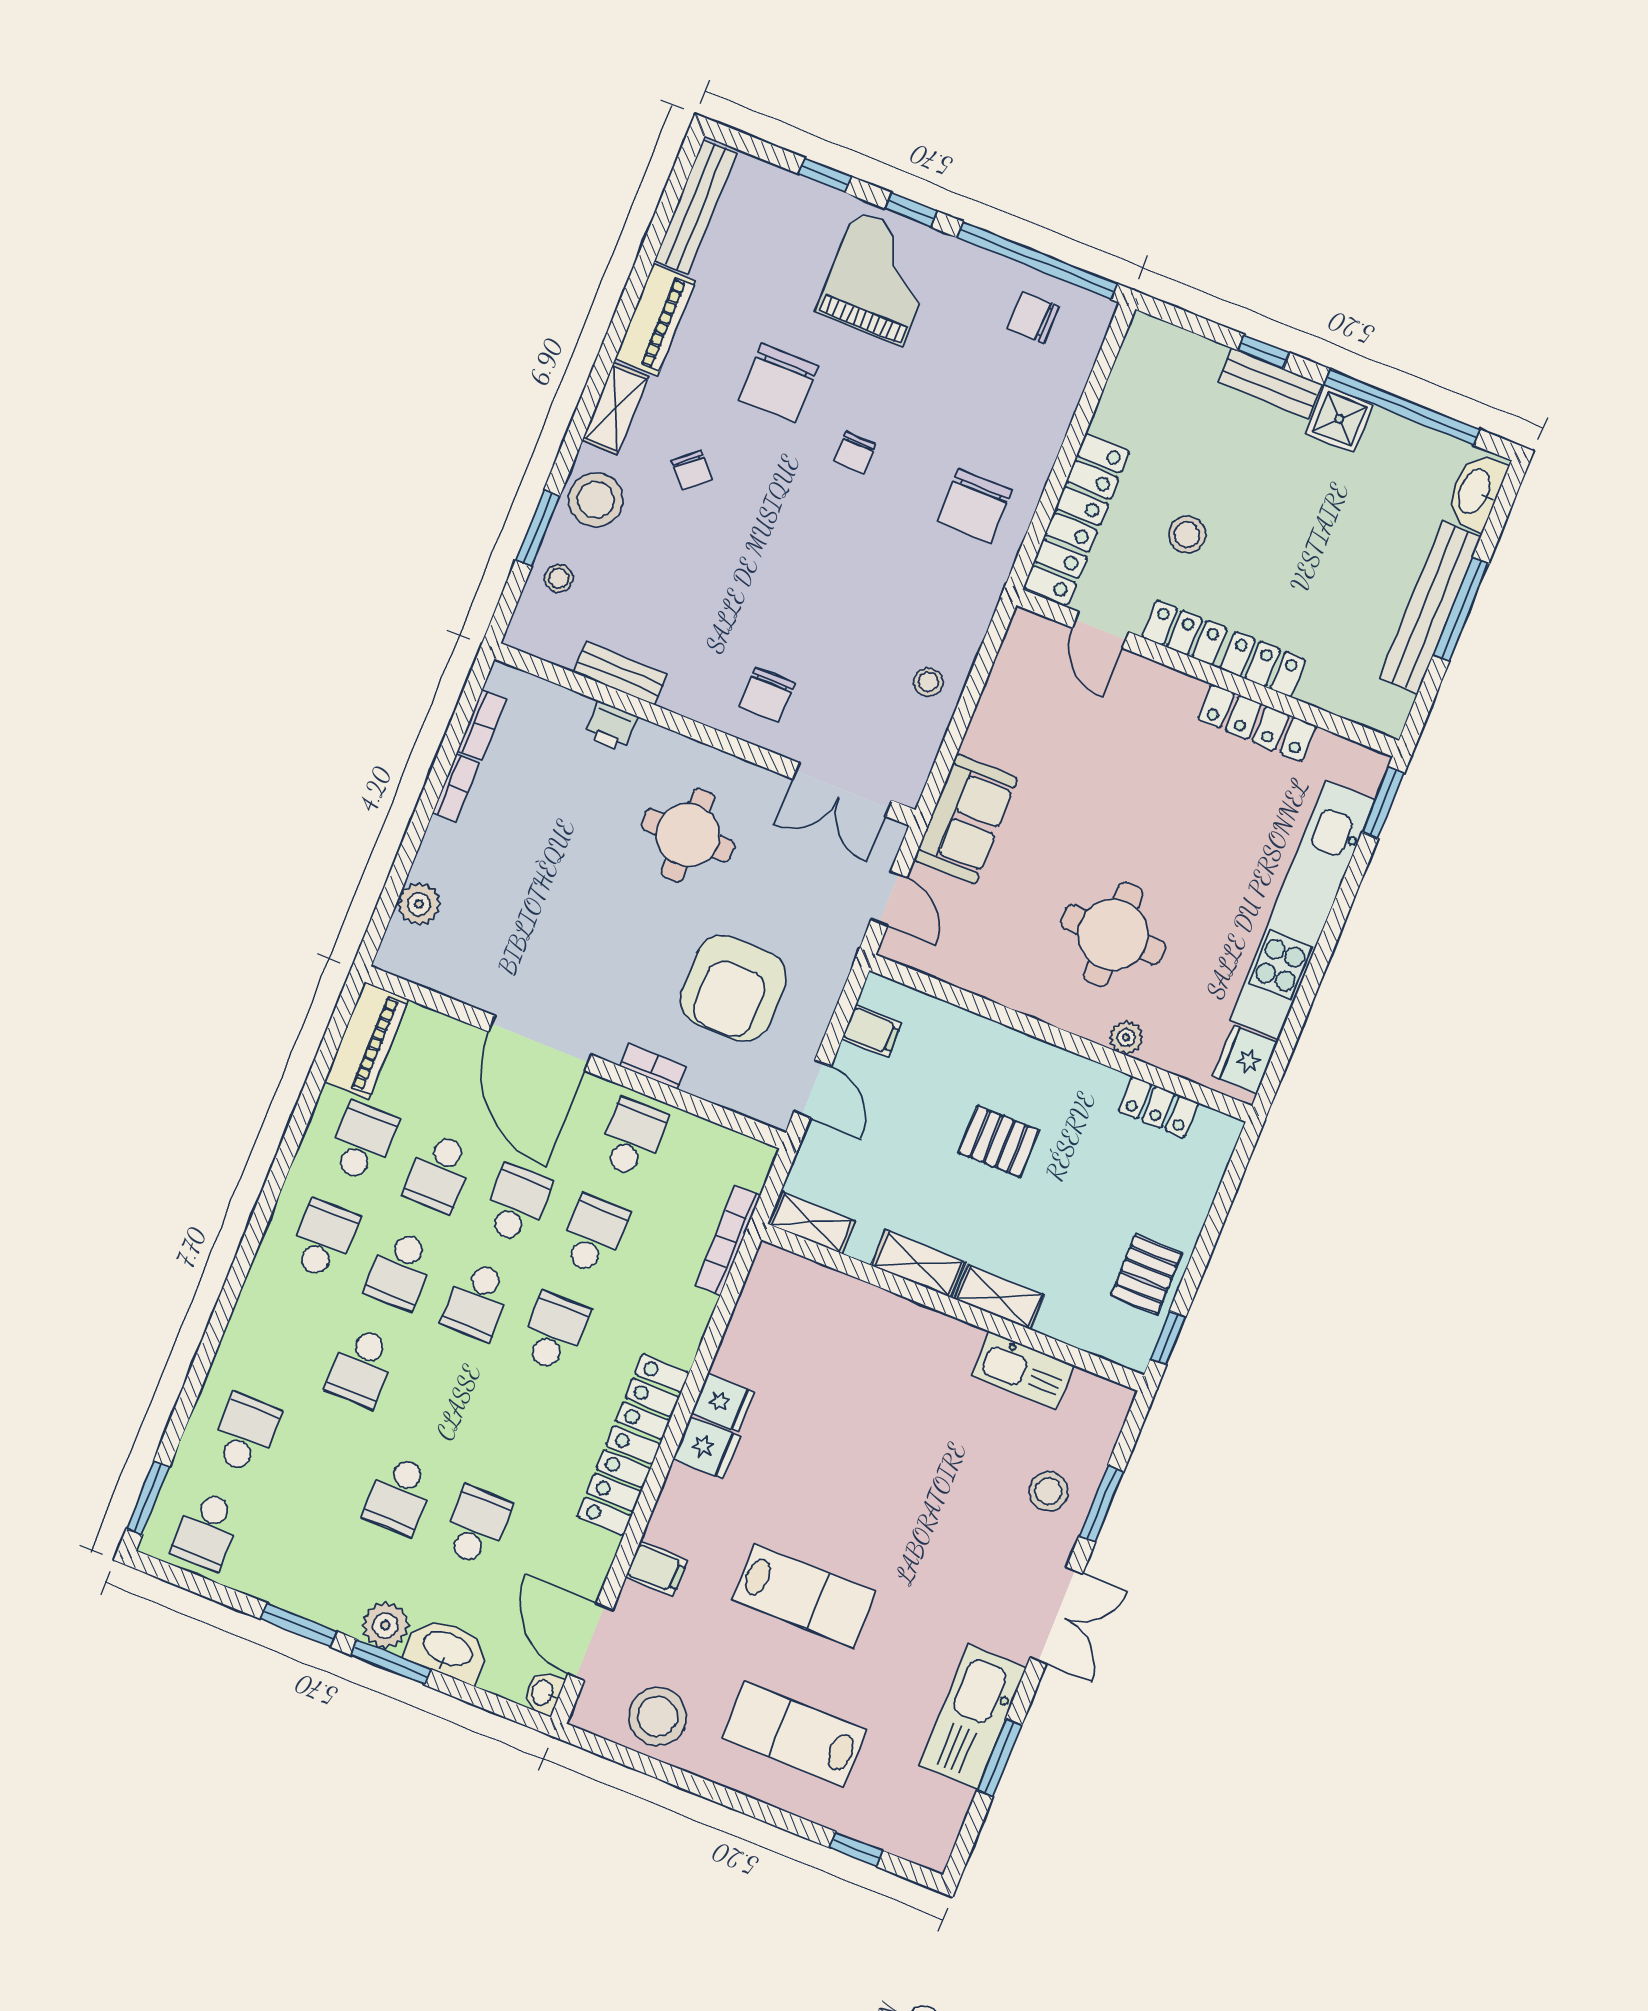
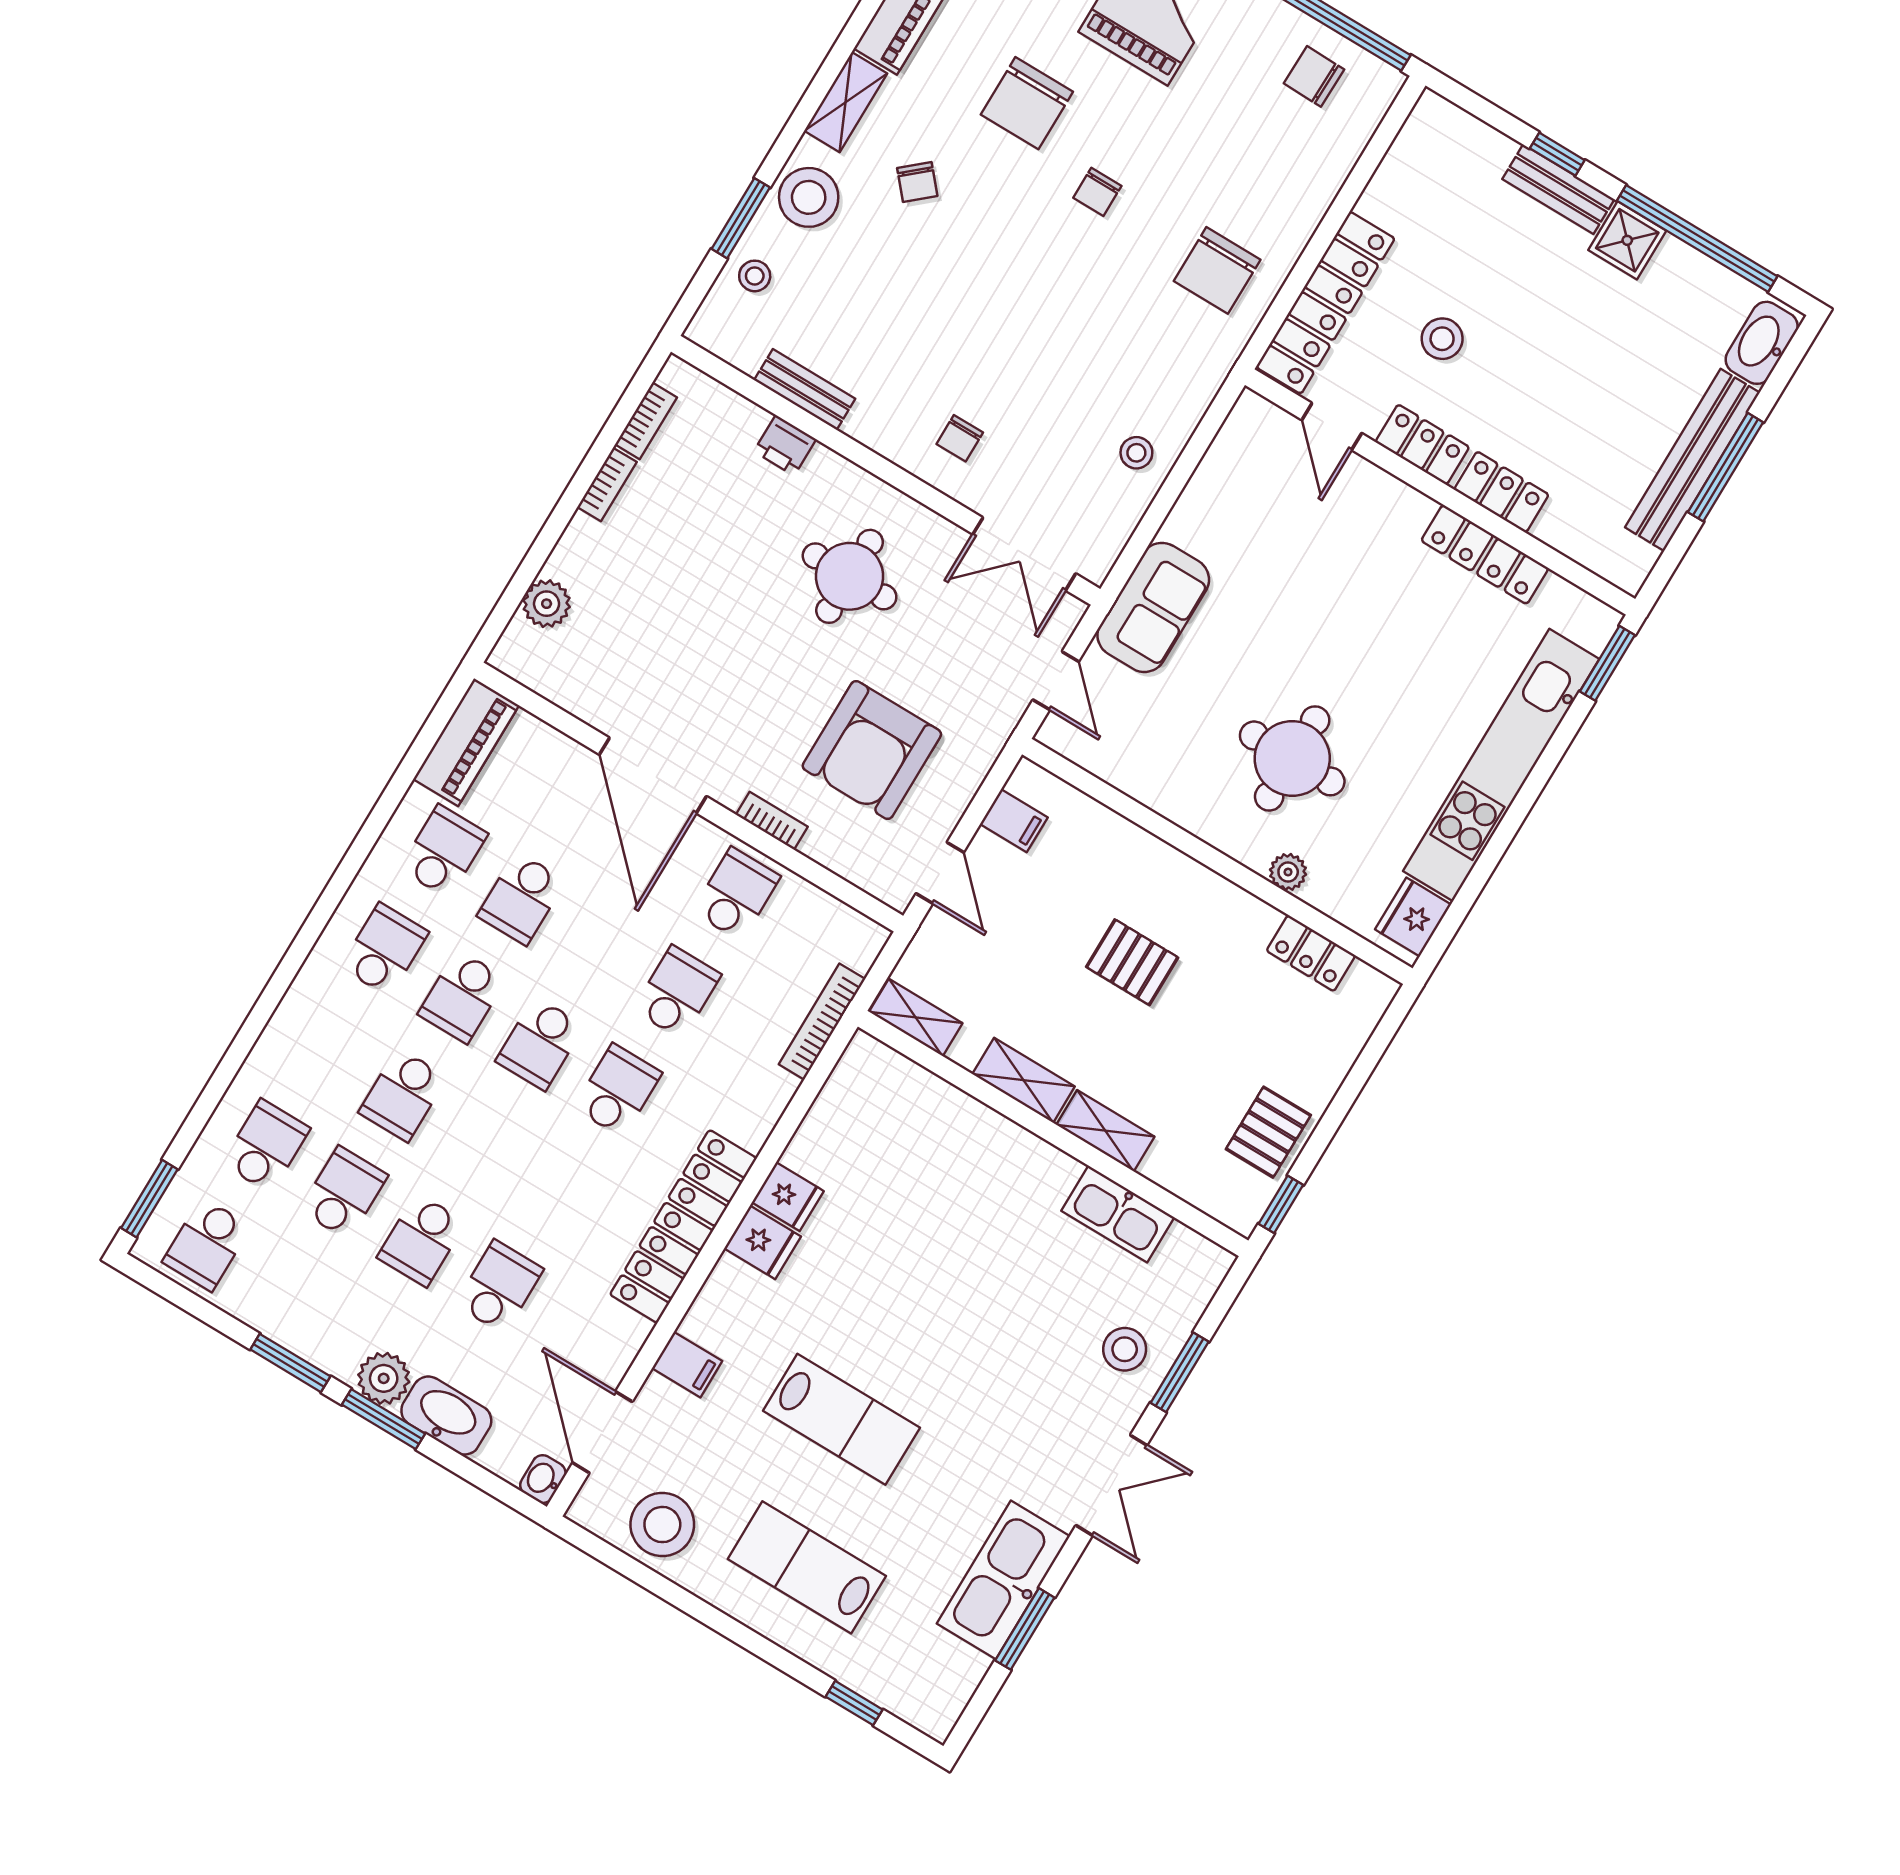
chair: (767, 695) -> (960, 438), width x0.73, depth x0.73
school desk: (516, 1204) -> (344, 1193), moved

